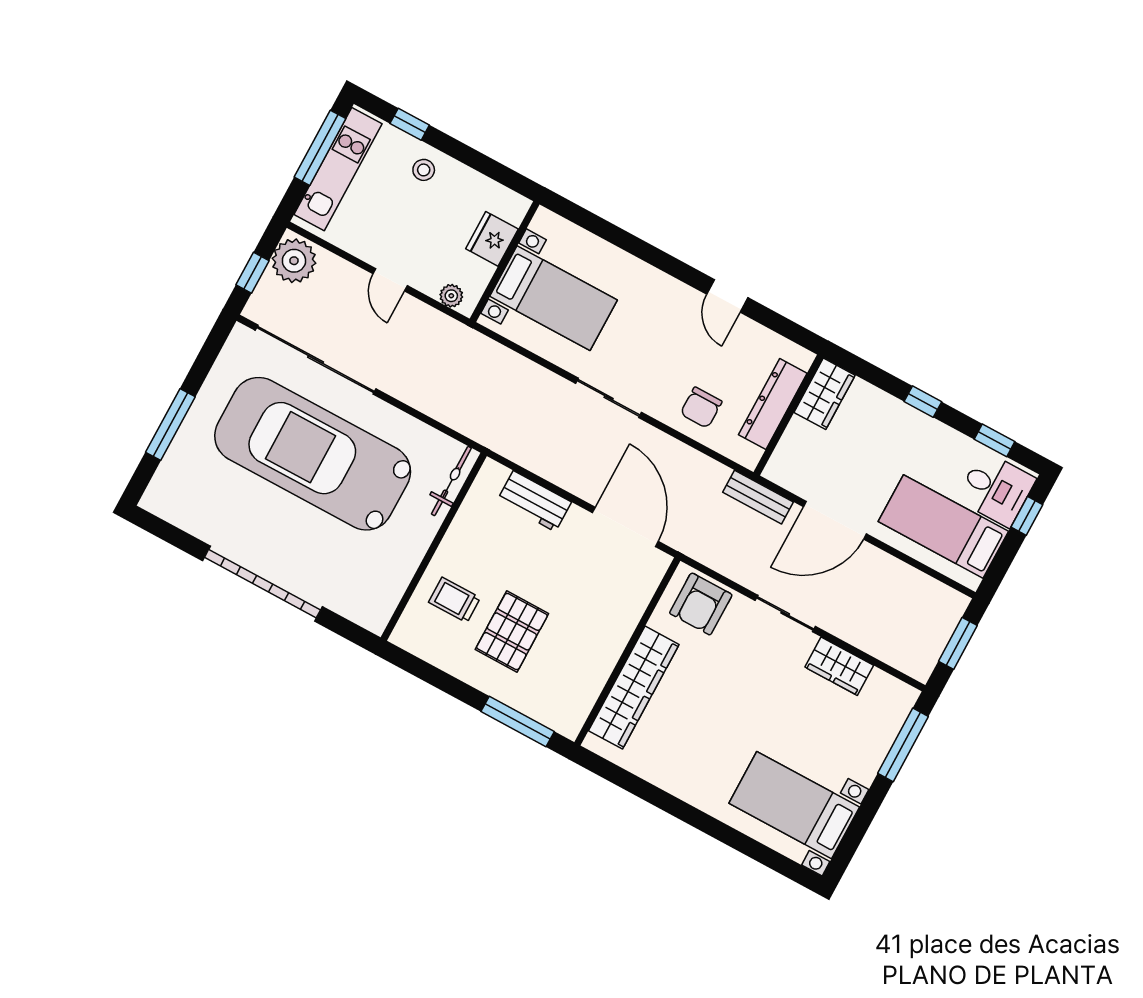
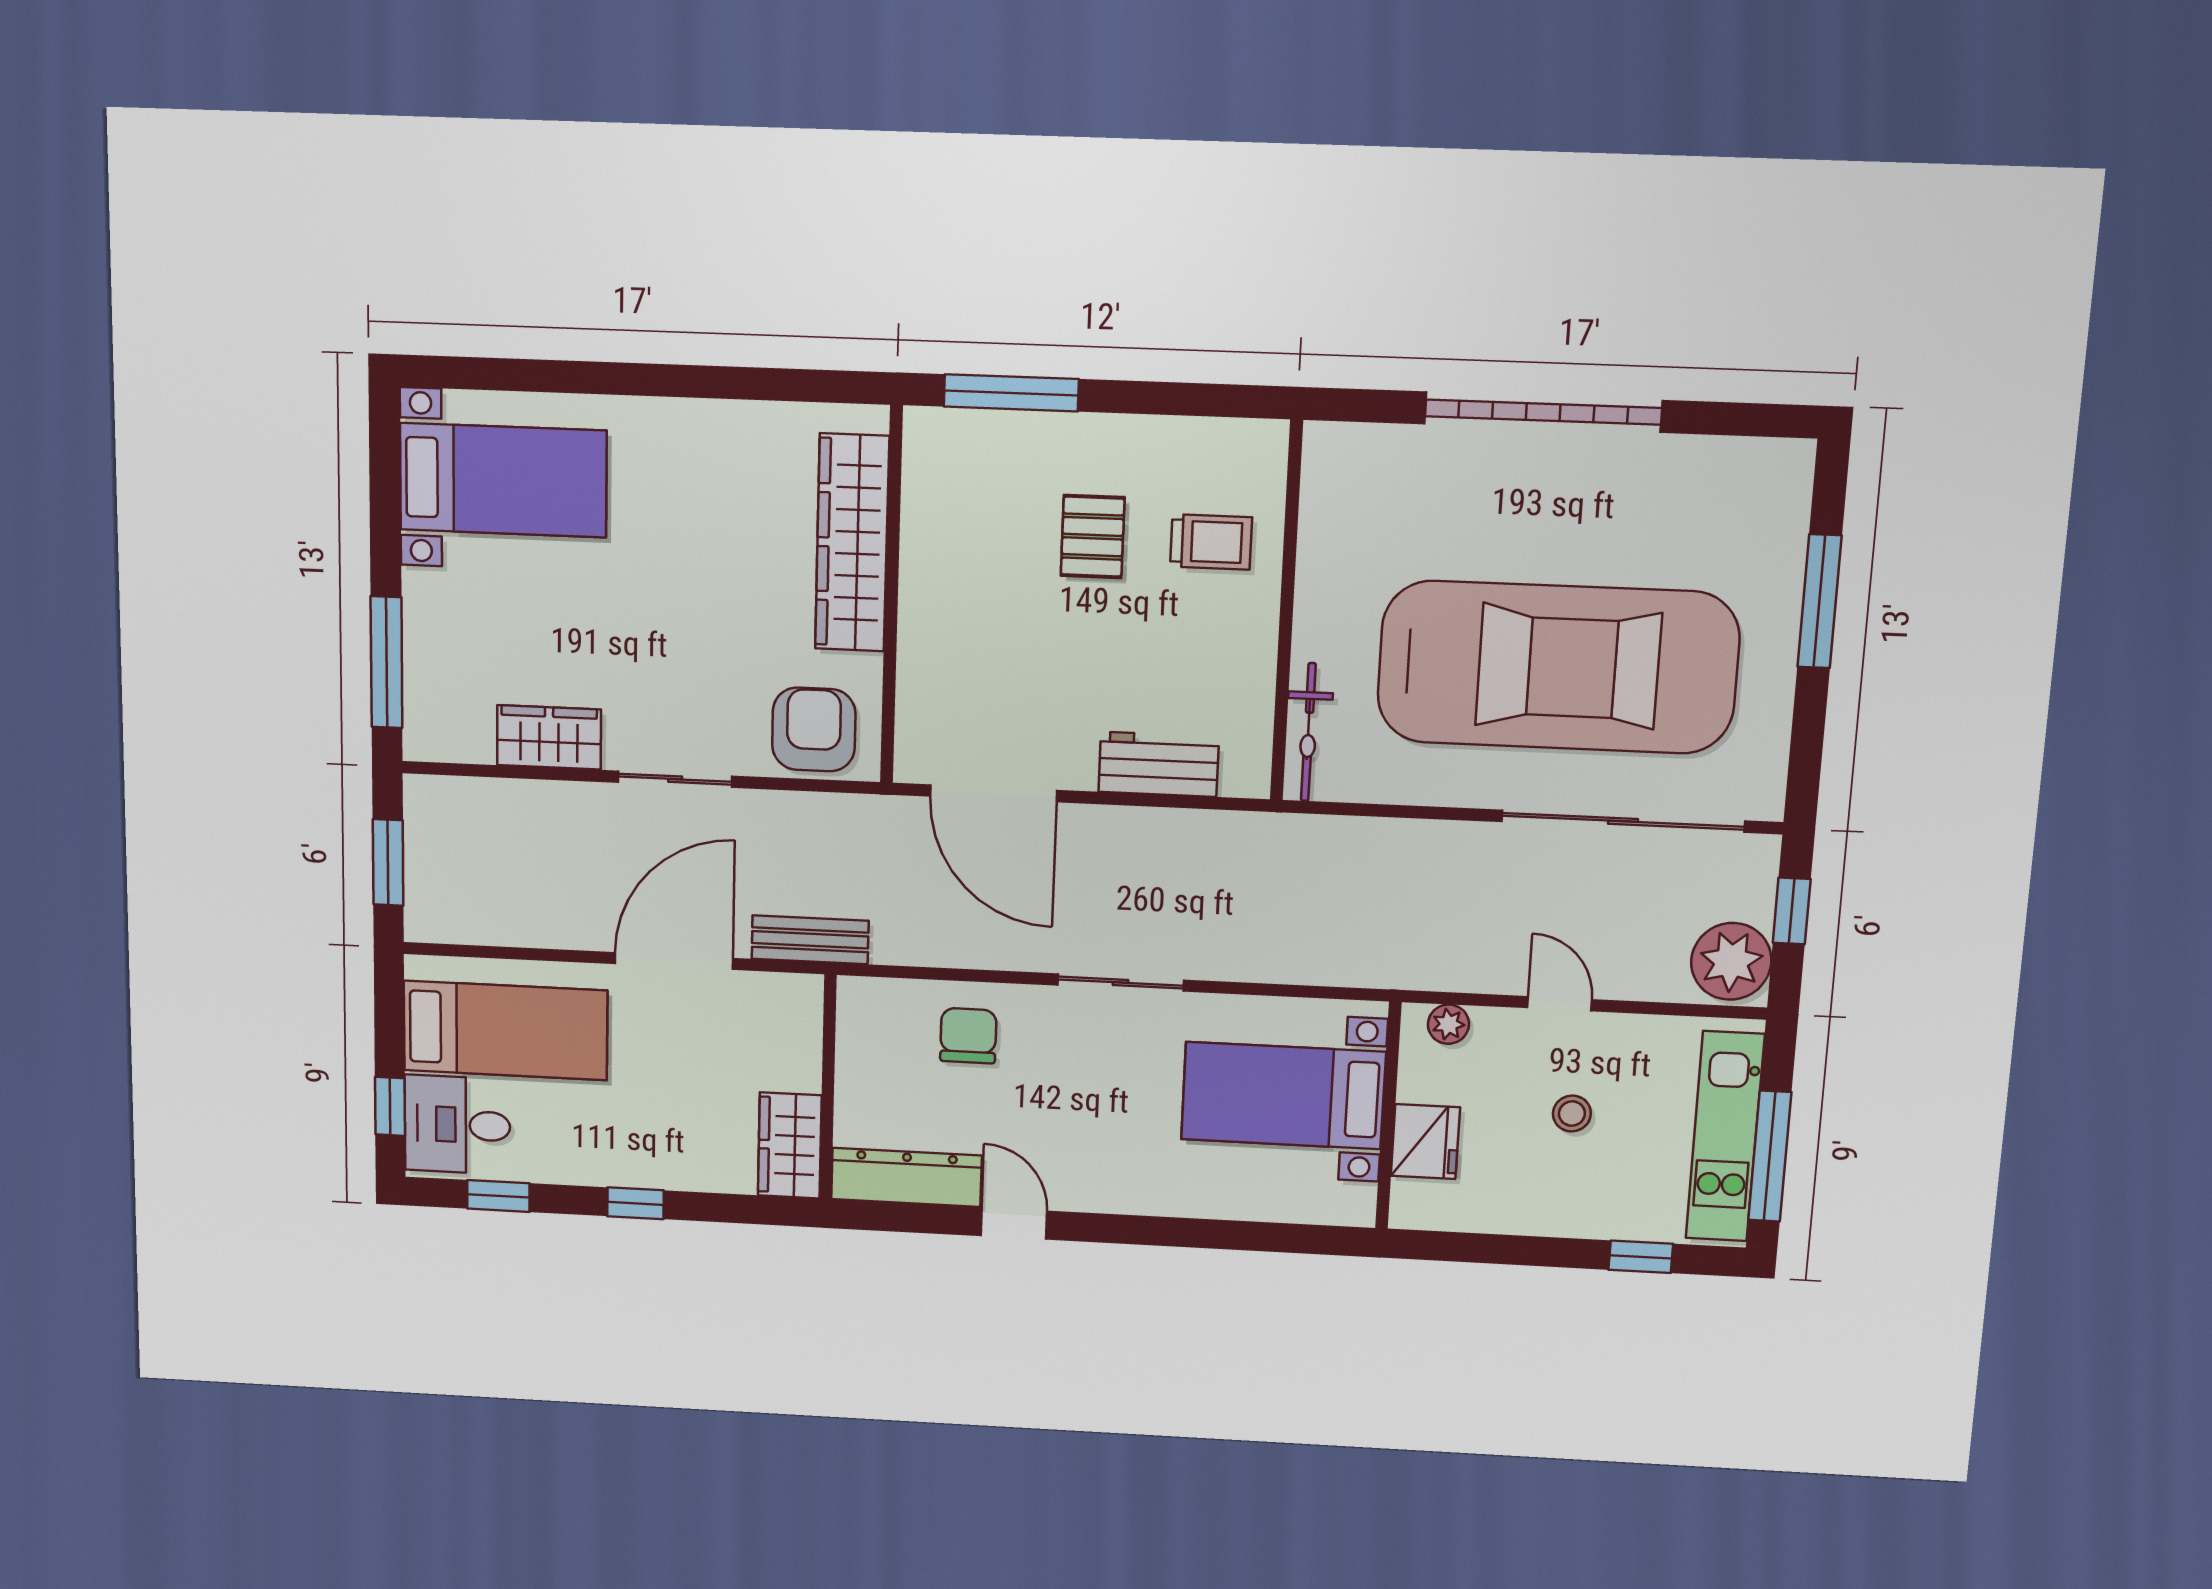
stool: (424, 170) -> (1572, 1114), moved
dresser: (773, 404) -> (906, 1177), moved, turned -90
pallet: (512, 631) -> (1093, 537), width x0.67, depth x0.71

